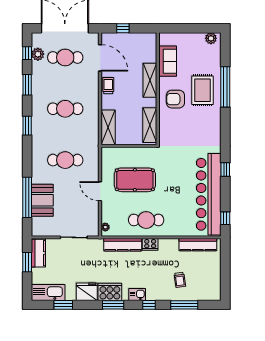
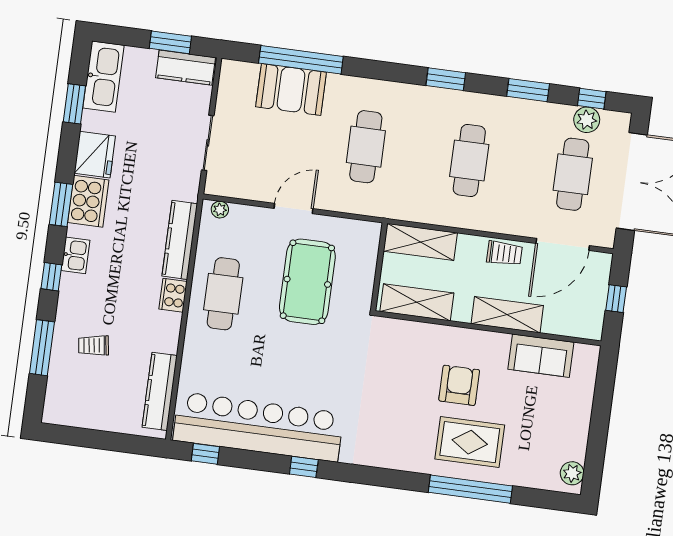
sofa: (168, 61) -> (541, 356), moved
shelving: (150, 80) -> (507, 315), moved
wall: (158, 89) -> (488, 328), moved
shelving: (150, 125) -> (417, 302), moved

